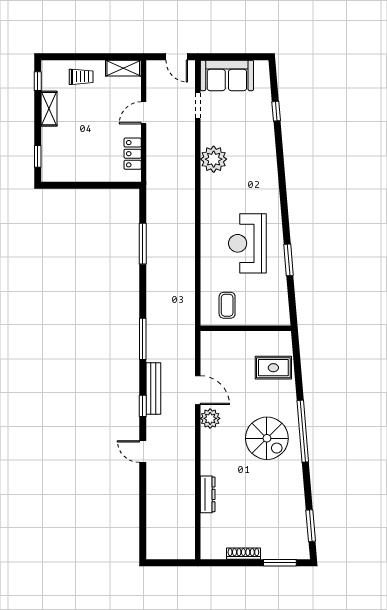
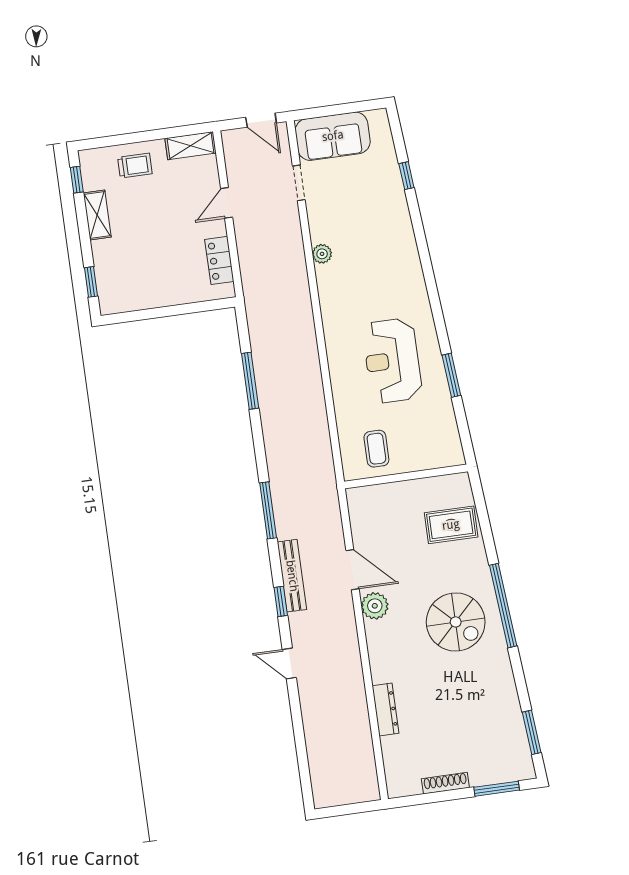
plant: (214, 159) -> (322, 254), width x0.53, depth x0.53

